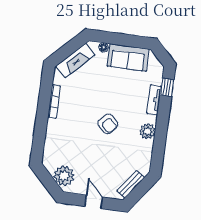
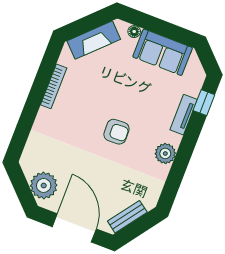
armchair: (108, 124) -> (116, 132), turned -46
door: (94, 202) -> (74, 228), width x1.87

